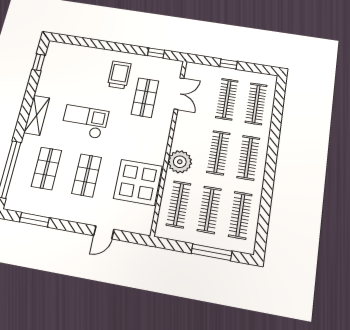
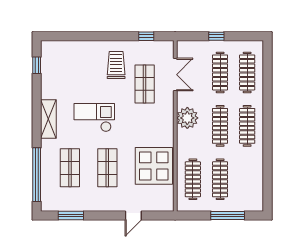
plant: (180, 162) -> (187, 118), moved
clothes rail: (240, 215) -> (247, 179), removed

